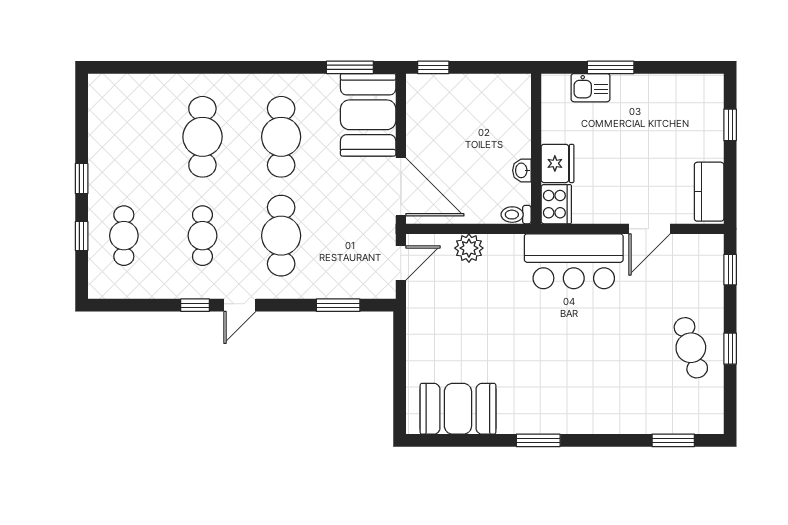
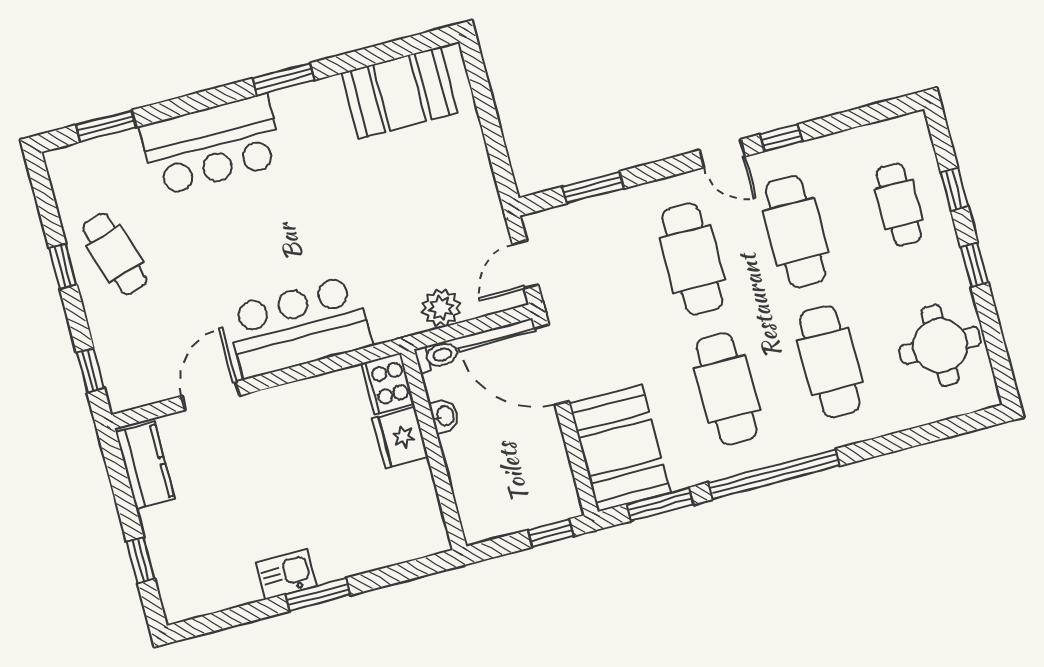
window: (263, 67) -> (774, 474), added
kitchen sink: (590, 88) -> (286, 574), moved
round table: (121, 128) -> (940, 345), added
wall: (536, 149) -> (433, 450), moved
fridge: (557, 163) -> (400, 438), moved
washbasin: (522, 170) -> (445, 416), moved
cooker: (556, 204) -> (388, 384), moved
toilet: (516, 215) -> (437, 356), moved
cafe table: (202, 236) -> (796, 232), width x1.37, depth x1.35
door: (240, 305) -> (722, 153), swing flipped
bar counter: (601, 407) -> (212, 145), added

